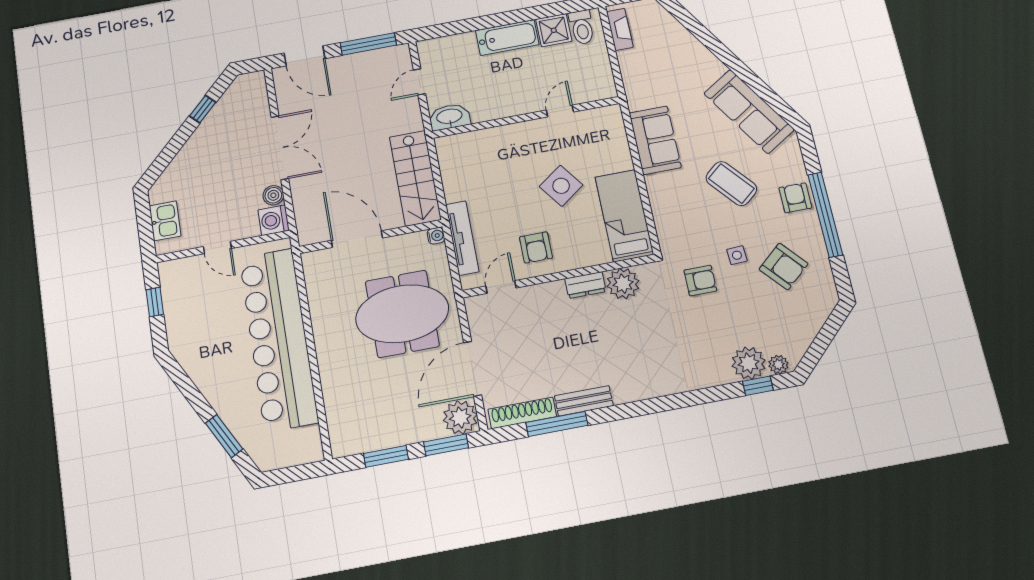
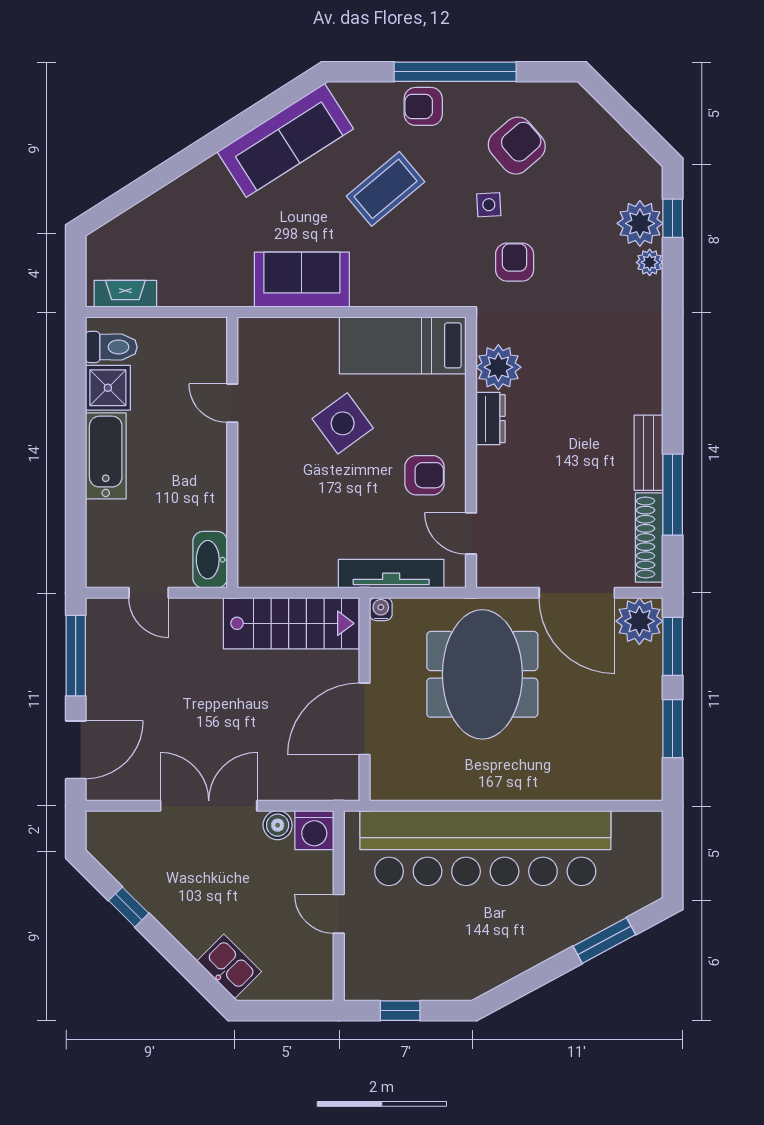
kitchen sink: (165, 221) -> (229, 966), moved, turned 45
door: (217, 248) -> (339, 914), swing flipped
plant: (778, 365) -> (650, 262), moved

